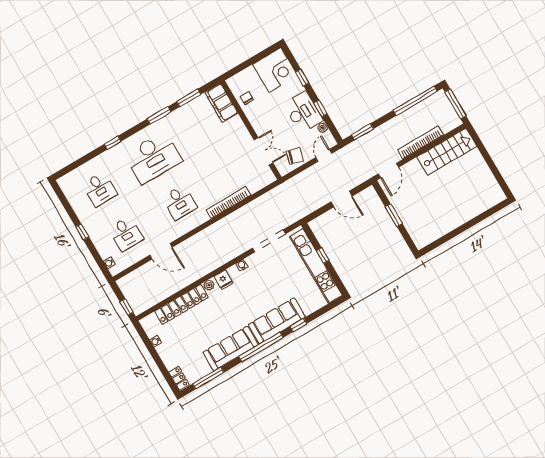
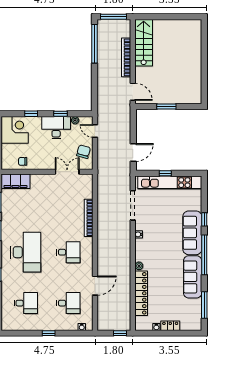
window: (363, 132) -> (95, 94), removed
door: (341, 199) -> (133, 153), moved
fridge: (223, 280) -> (141, 253), removed
locker: (179, 378) -> (170, 326), moved

